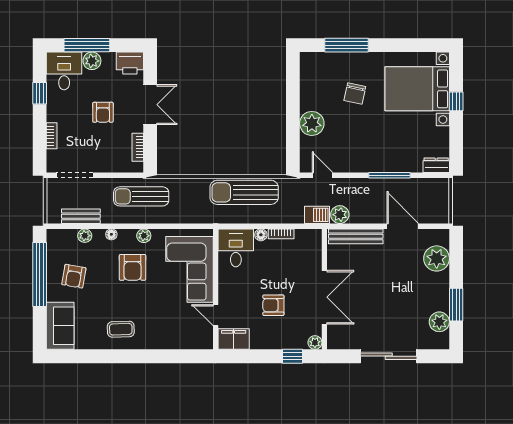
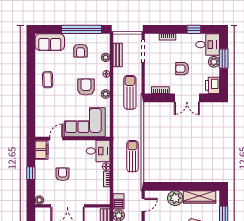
window: (87, 45) -> (224, 59), width x0.69
wardrobe: (310, 84) -> (200, 197), added
sun lounger: (244, 192) -> (132, 156), width x0.73, depth x0.75
armchair: (133, 267) -> (86, 87), turned 90
armchair: (74, 276) -> (81, 51), turned -100
window: (292, 356) -> (31, 173), moved

